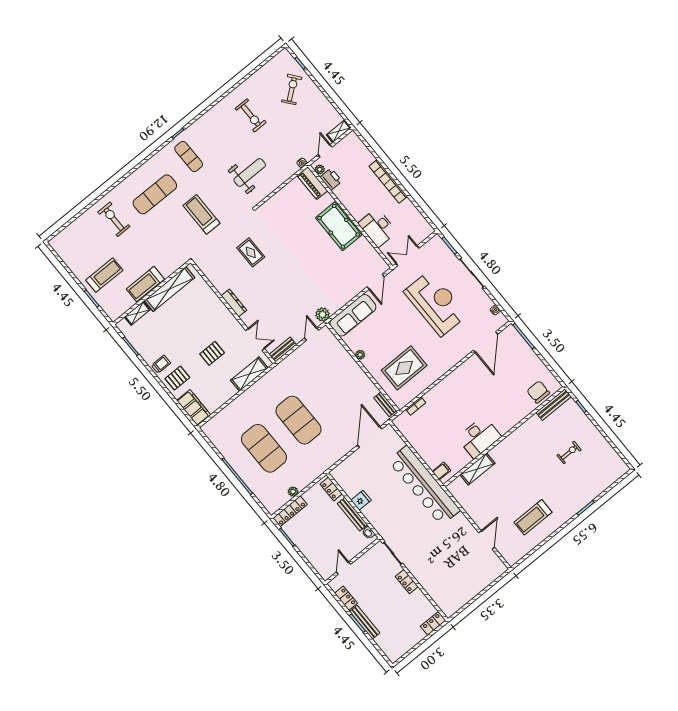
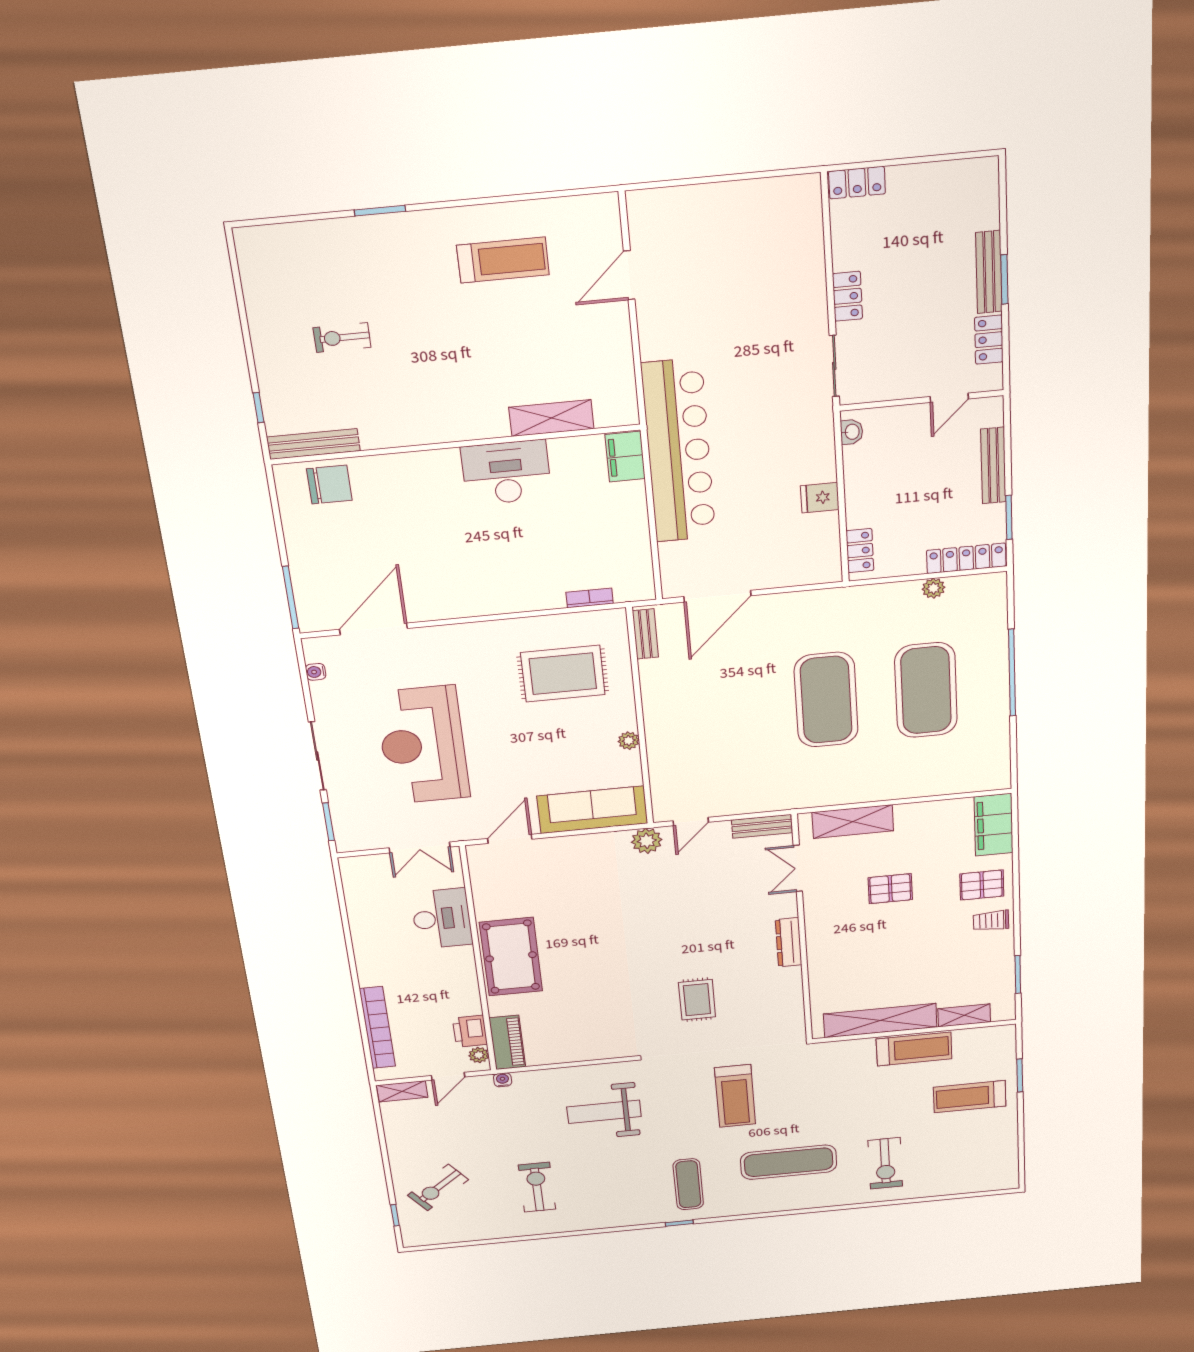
bookcase: (388, 181) -> (377, 1028), moved
chair: (538, 392) -> (329, 484), turned -90
filing cabinet: (441, 471) -> (625, 457), width x2.00
bench: (352, 514) -> (993, 466), moved

